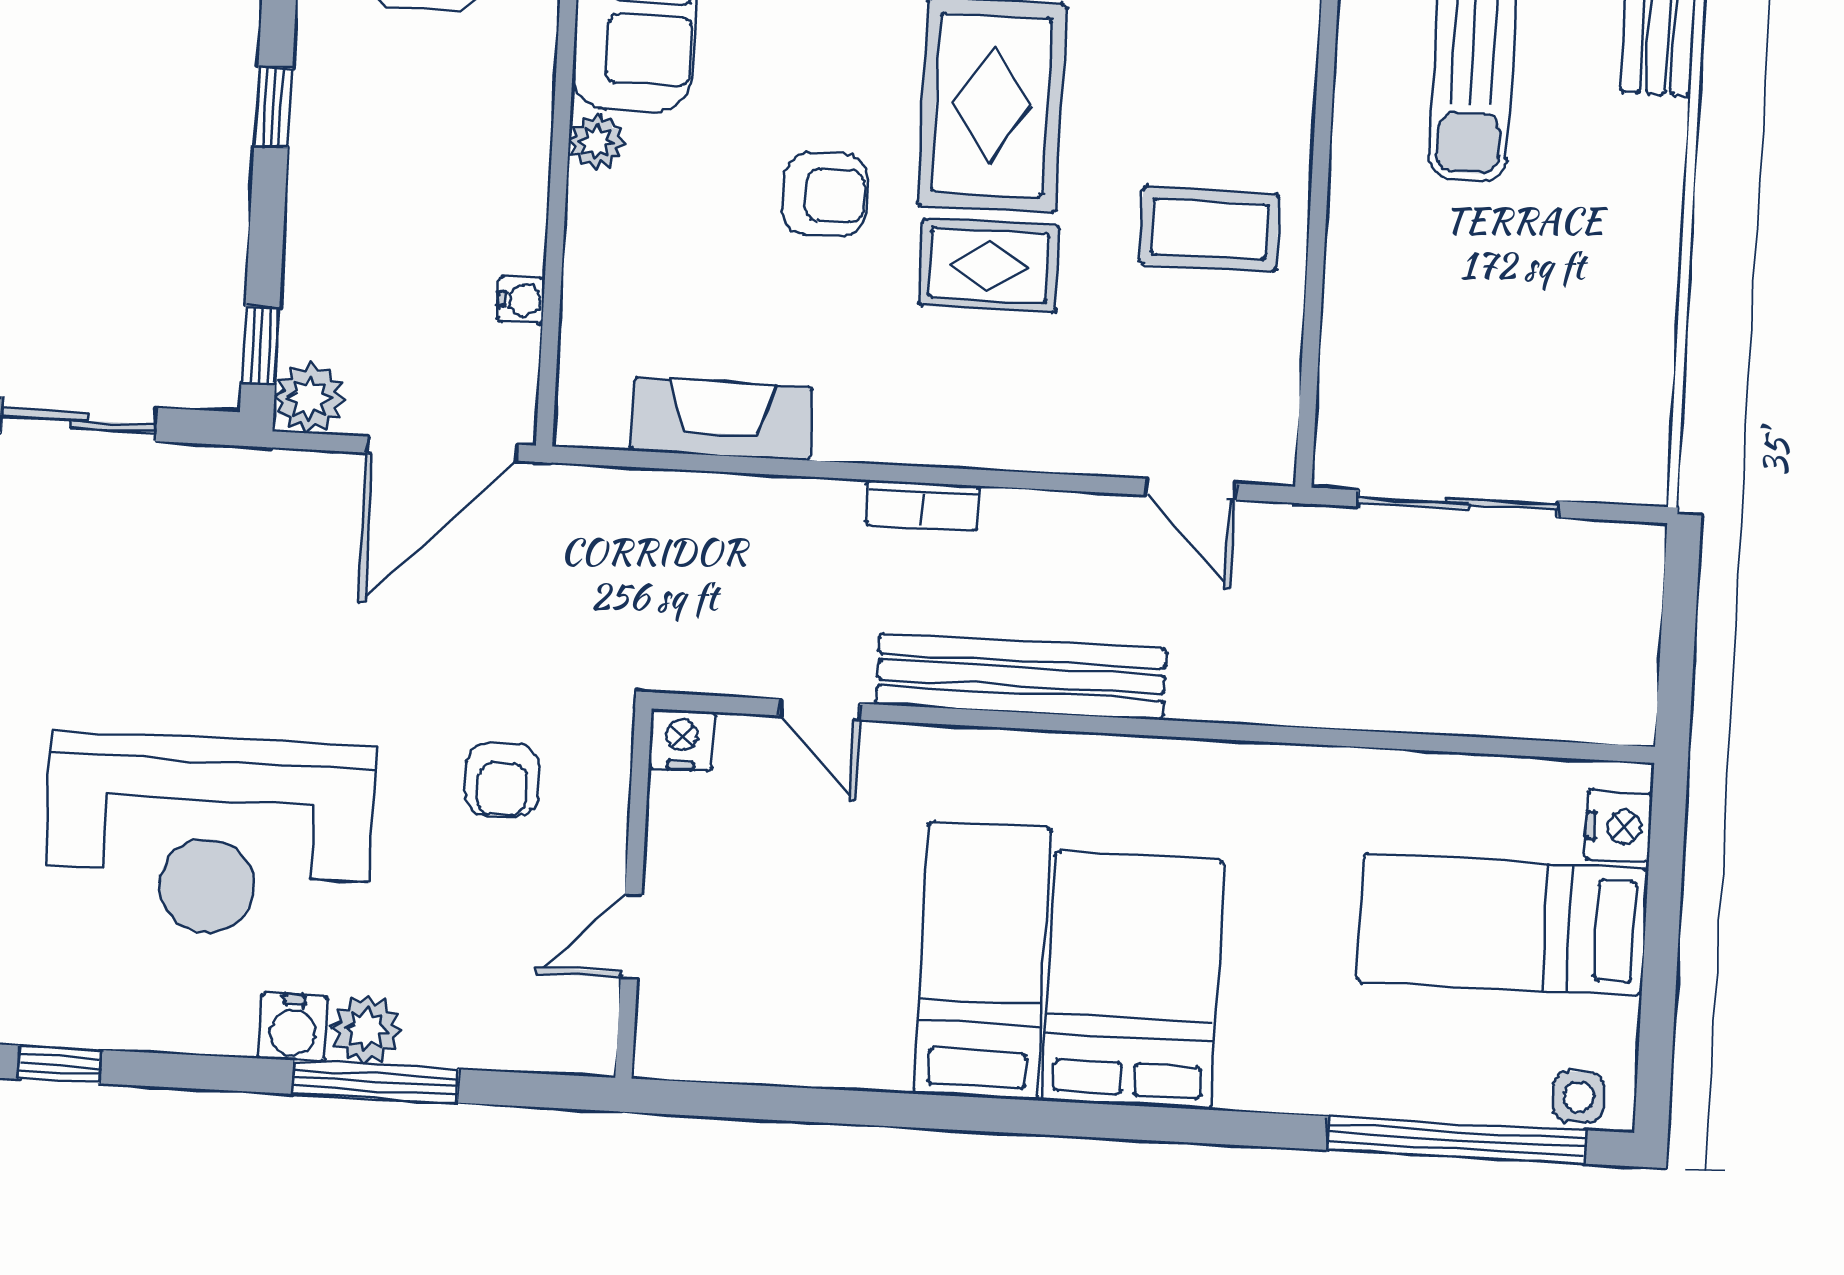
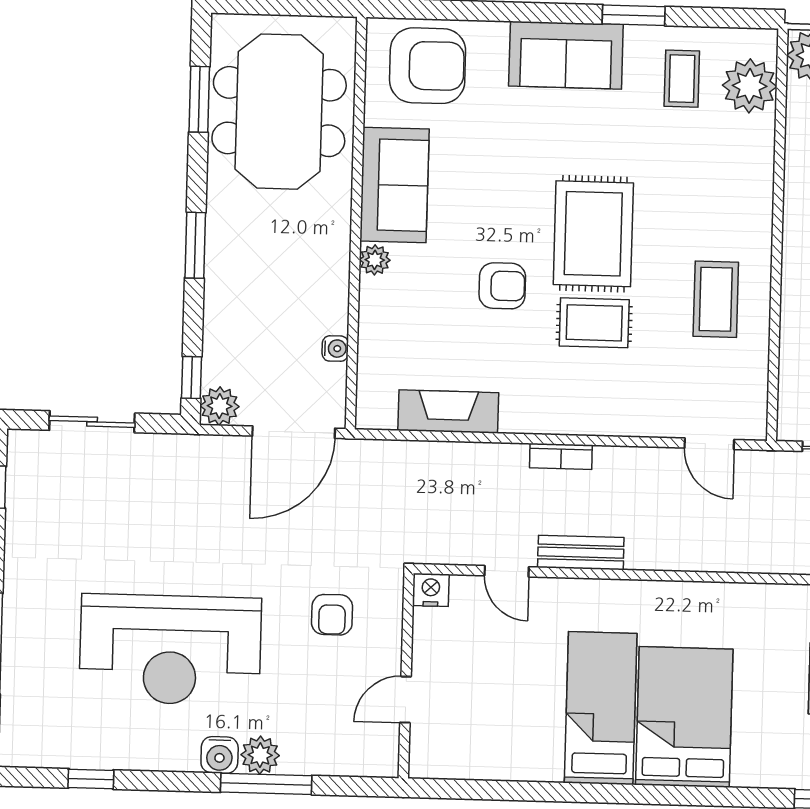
window: (273, 107) -> (195, 245), width x1.50
coffee table: (1210, 229) -> (716, 299), turned 90
bench: (1021, 677) -> (581, 553), width x0.54, depth x0.82

